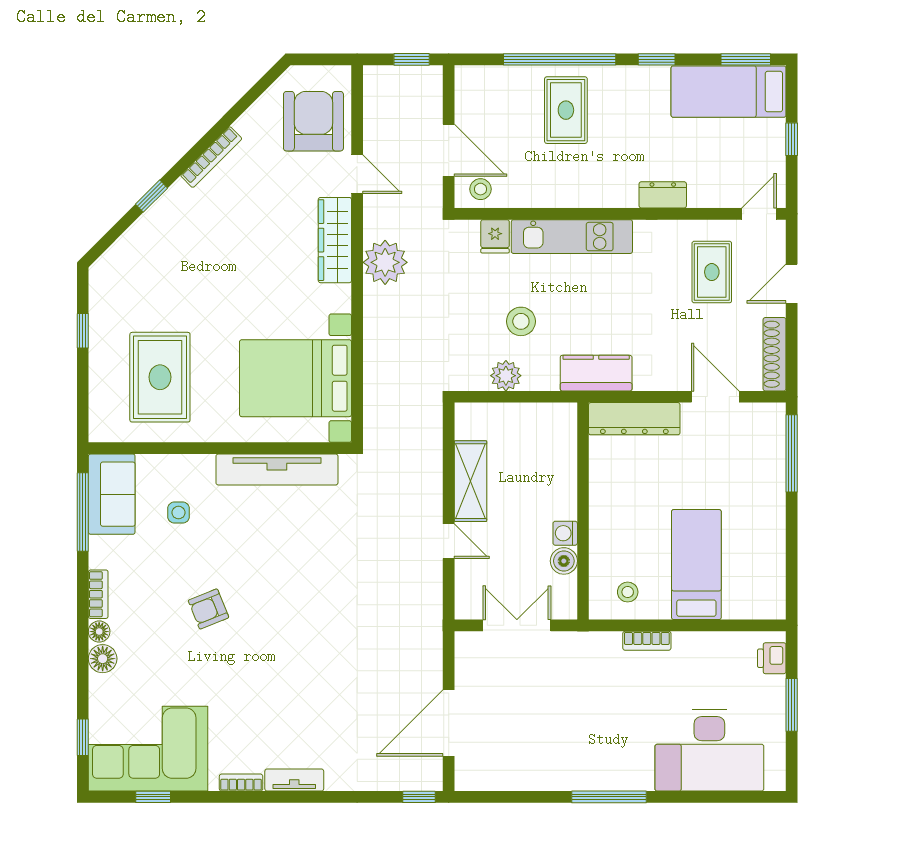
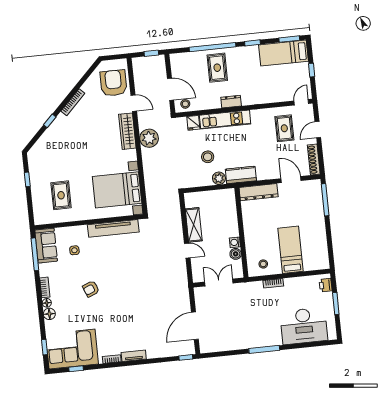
dresser: (663, 195) -> (231, 102), moved
plant: (506, 376) -> (219, 178), moved
rug: (160, 377) -> (61, 195), width x0.73, depth x0.70

